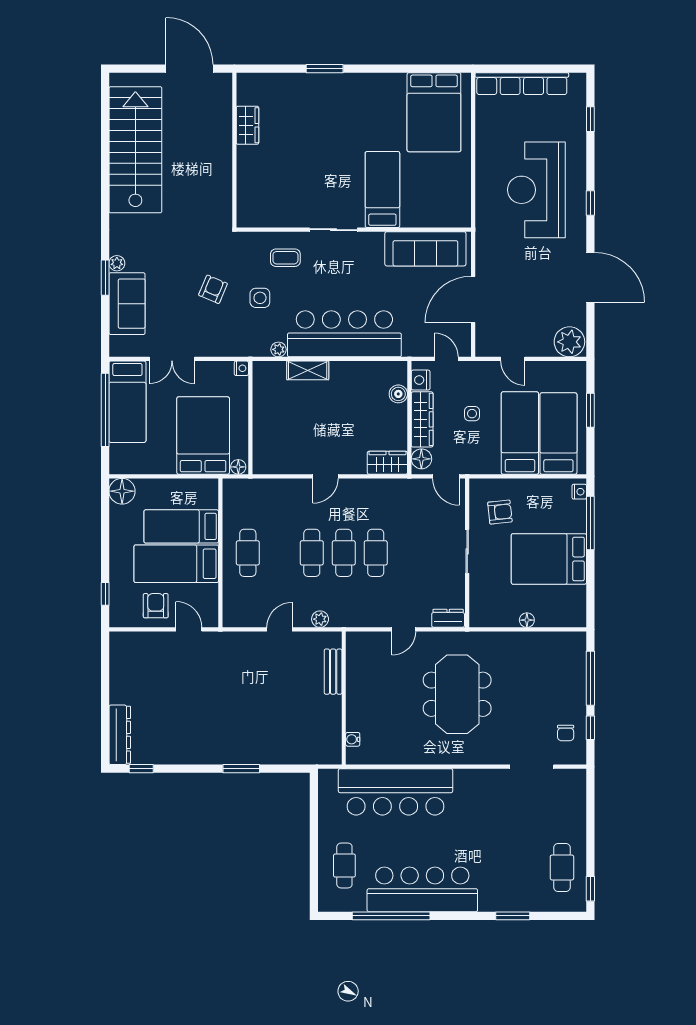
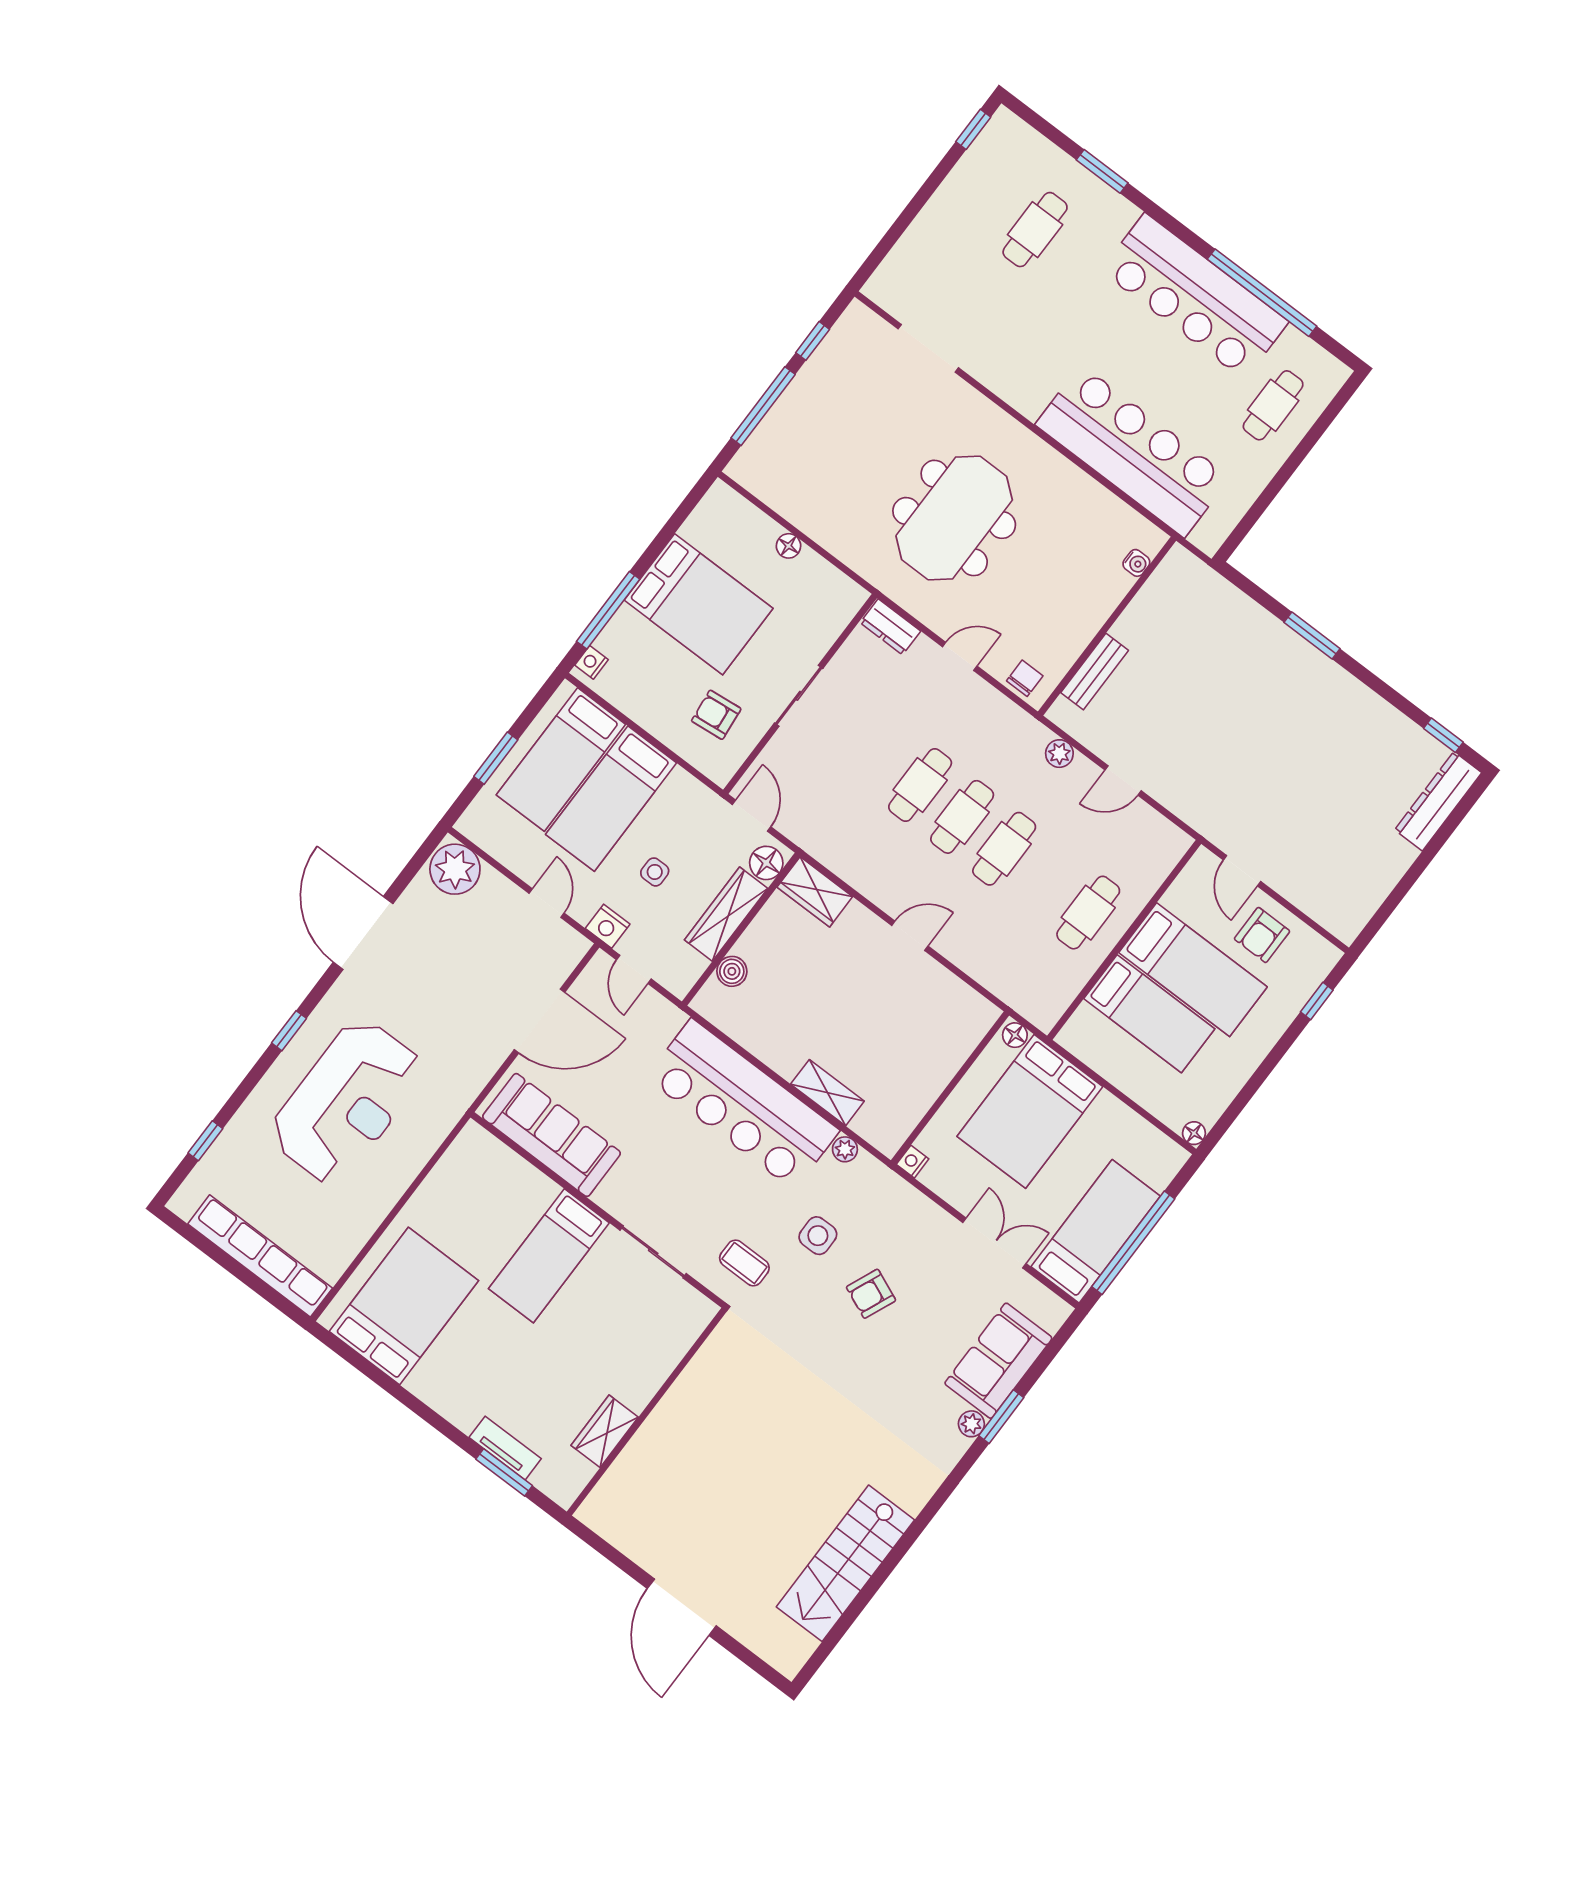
tv unit: (333, 81) -> (505, 1448), added
wardrobe: (247, 125) -> (605, 1431), moved
stairs: (135, 150) -> (845, 1563), width x0.73, depth x0.66
wall: (234, 150) -> (647, 1412), moved
nightstand: (421, 380) -> (608, 926), moved, turned 90
floor lamp: (122, 491) -> (1194, 1133), width x0.53, depth x0.53
chair: (566, 733) -> (1025, 678), moved
cafe table: (562, 867) -> (1035, 230), moved

